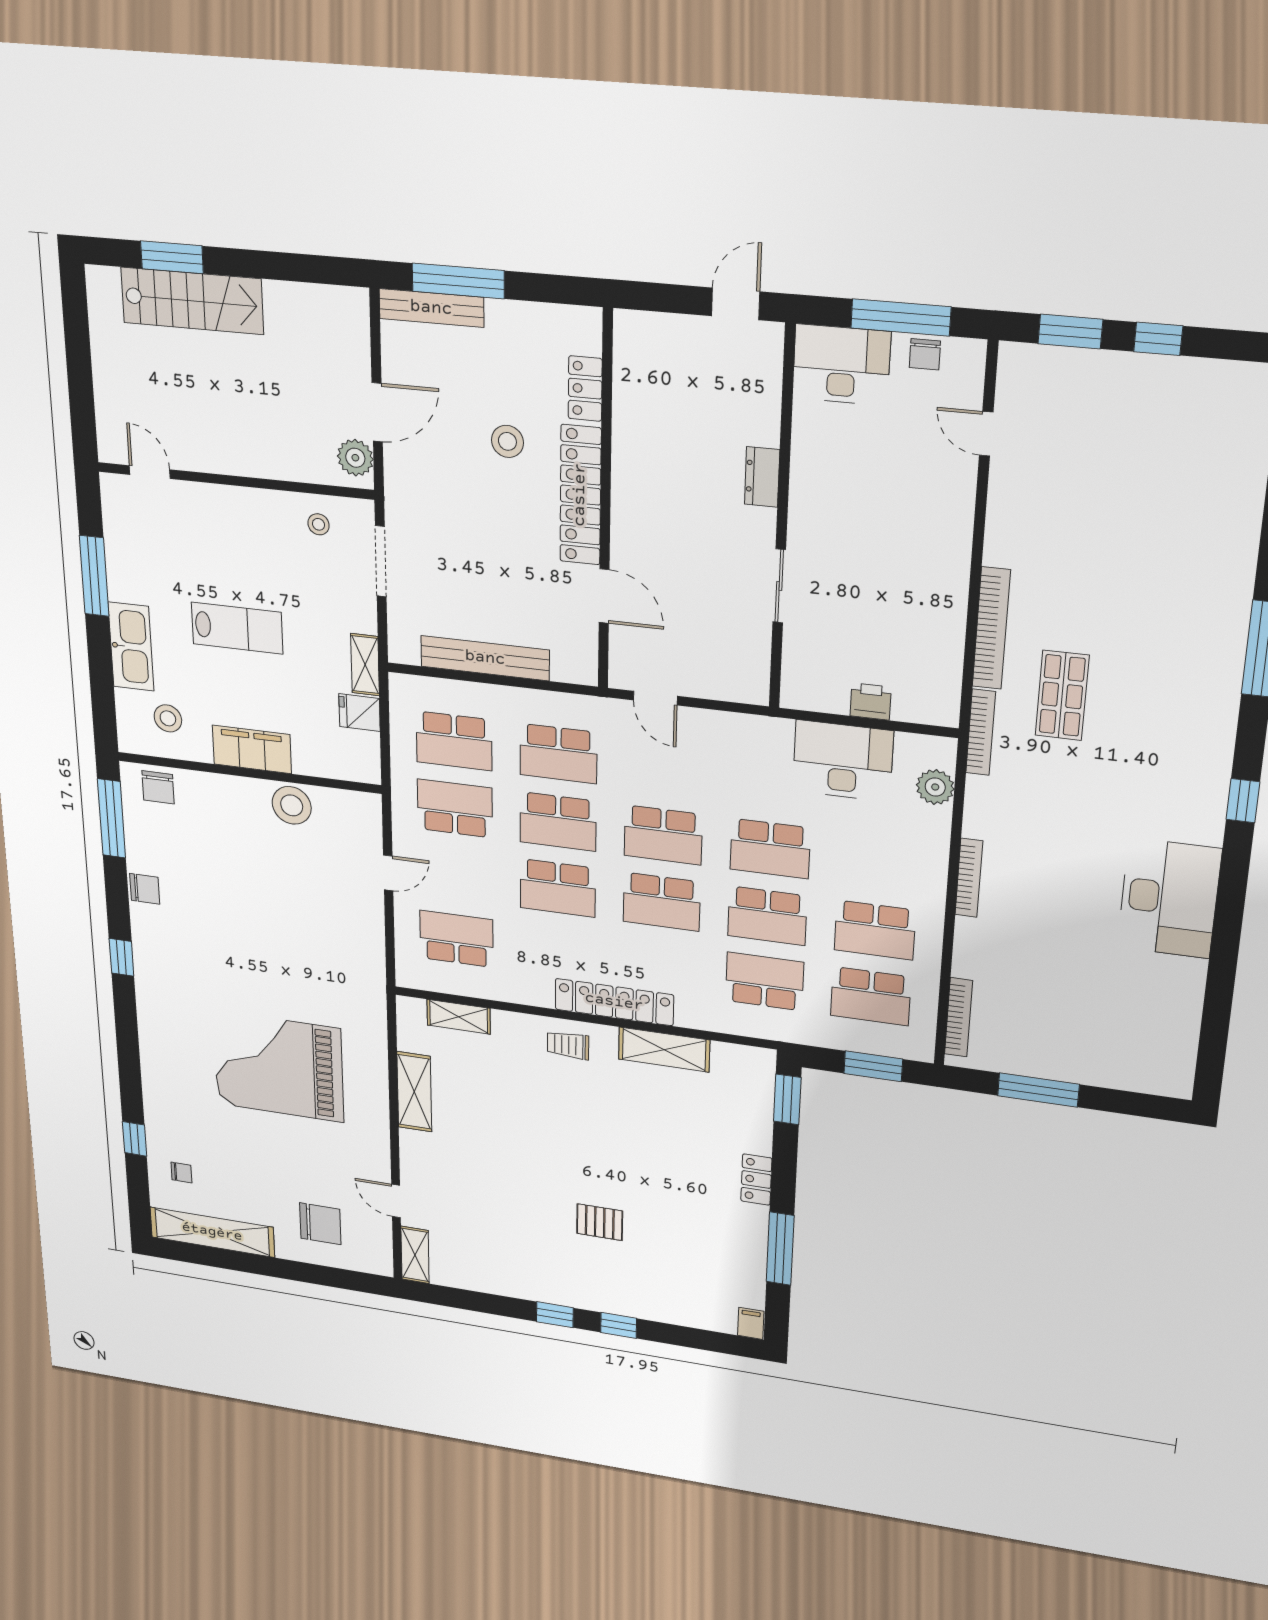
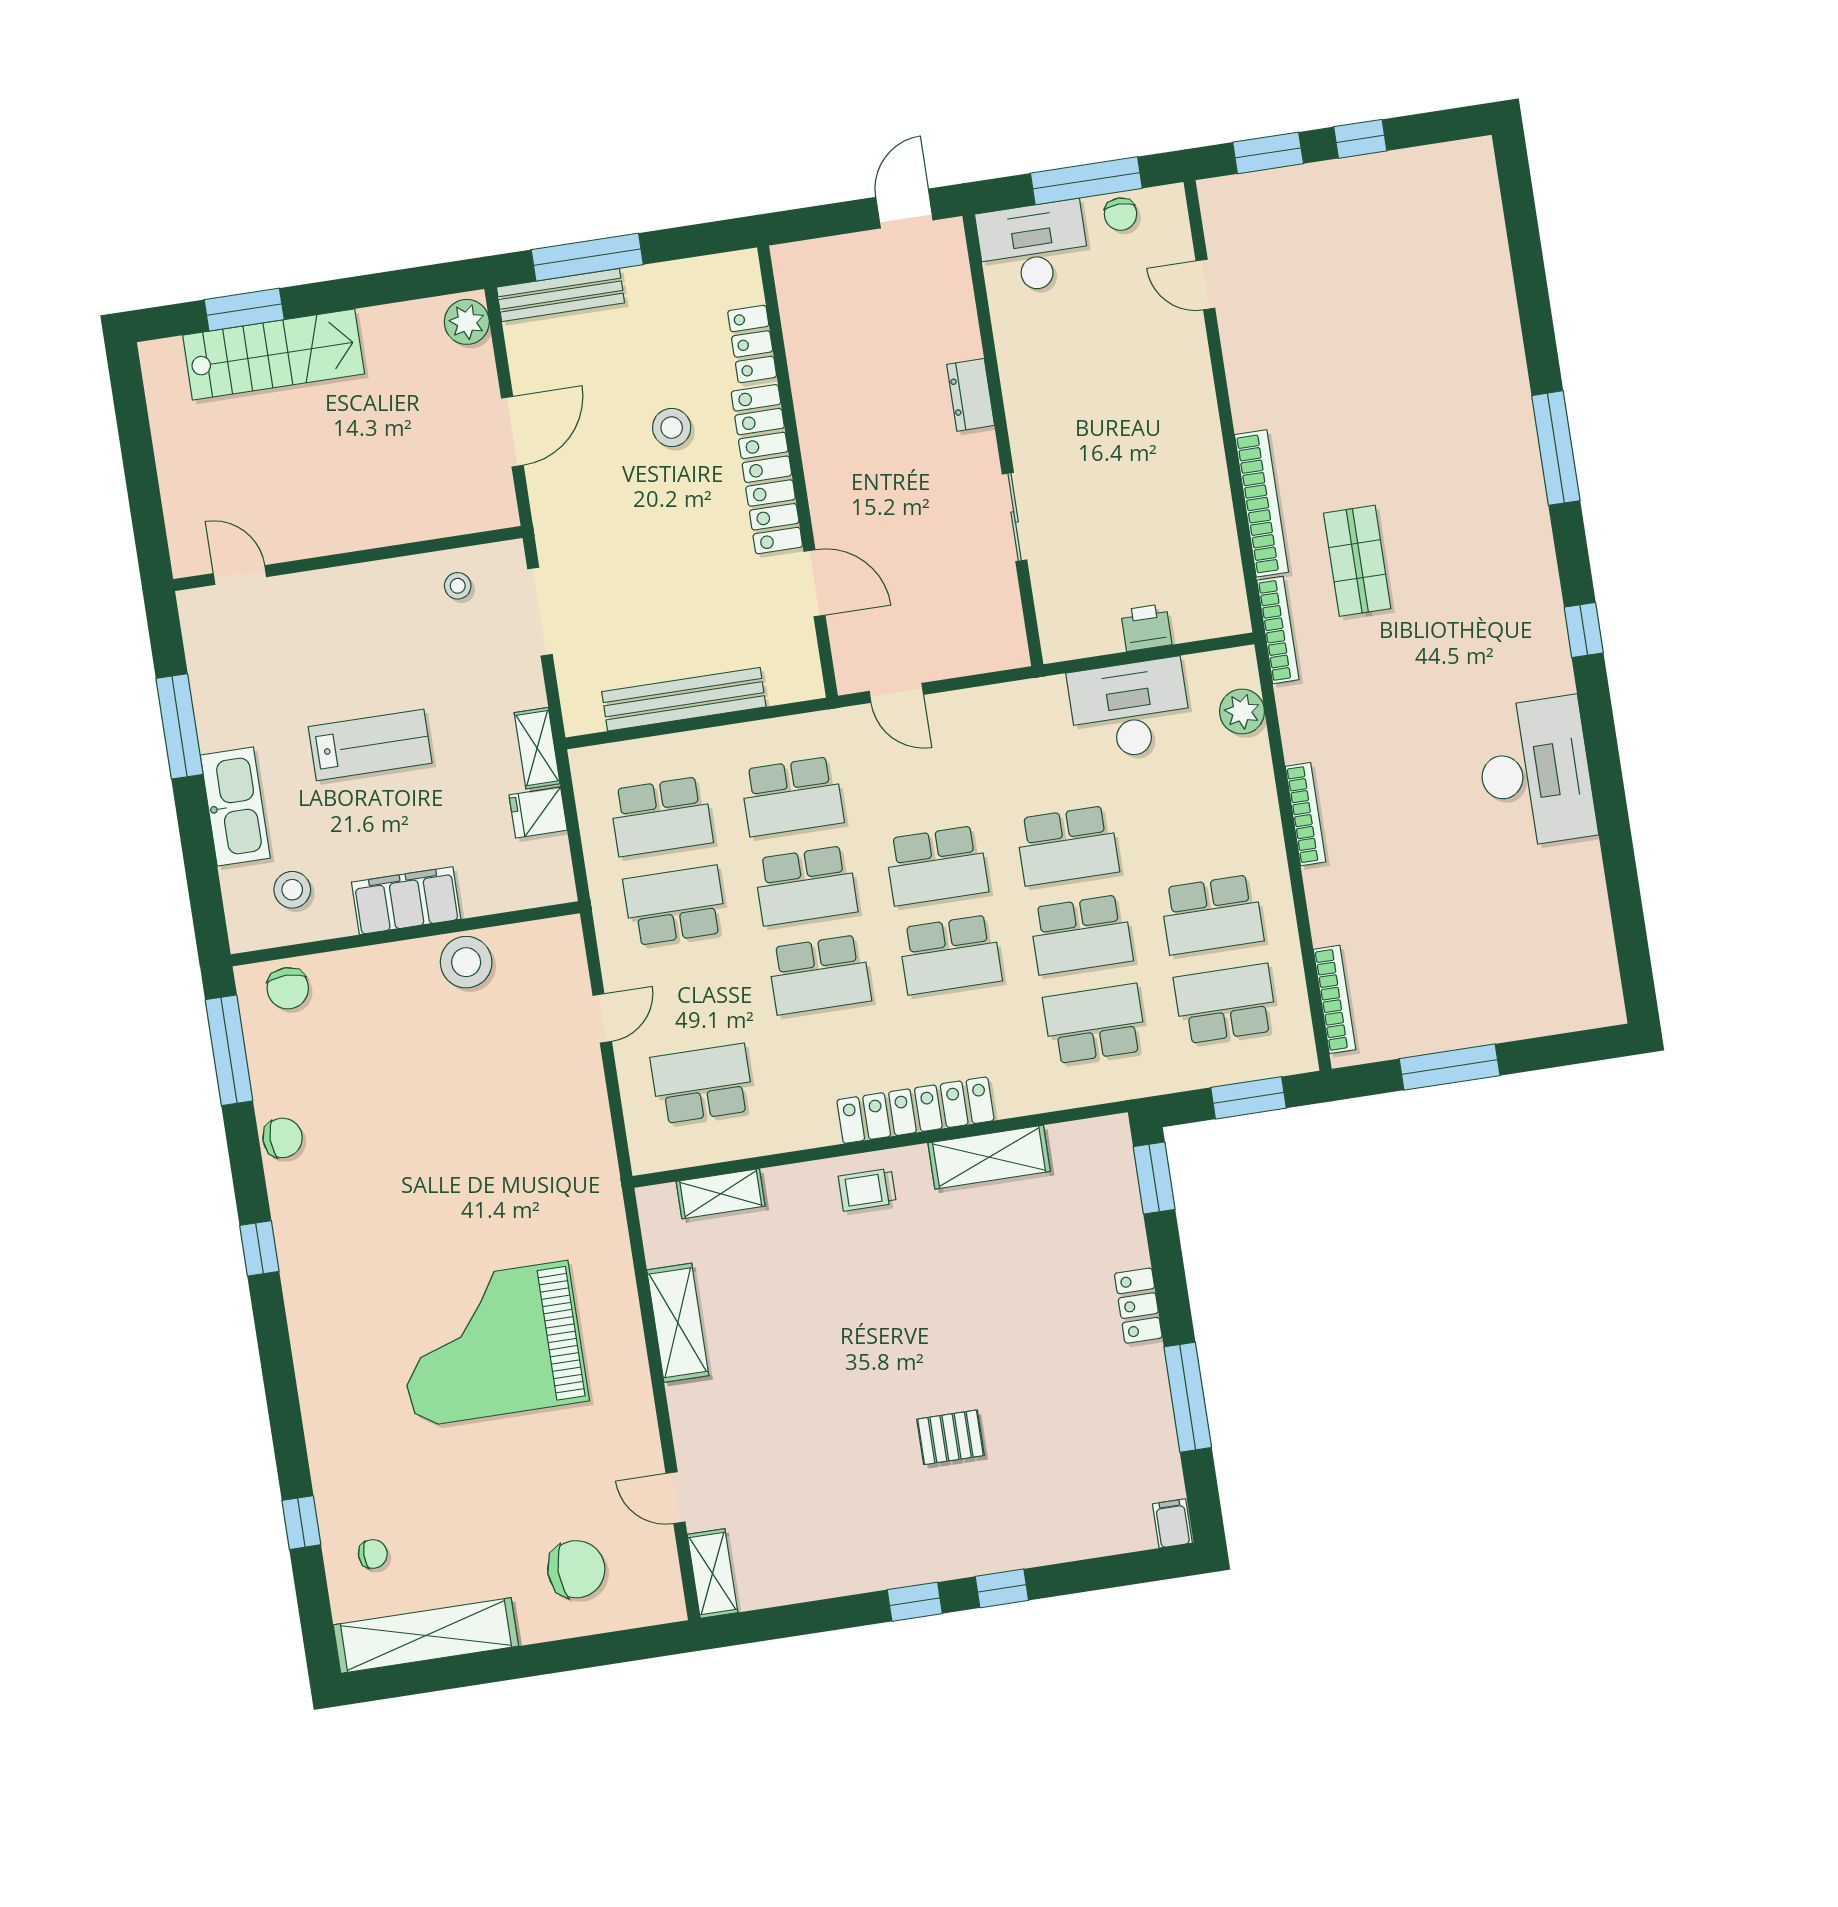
plant: (355, 458) -> (467, 322), moved
school desk: (871, 996) -> (1226, 1004), turned 180

